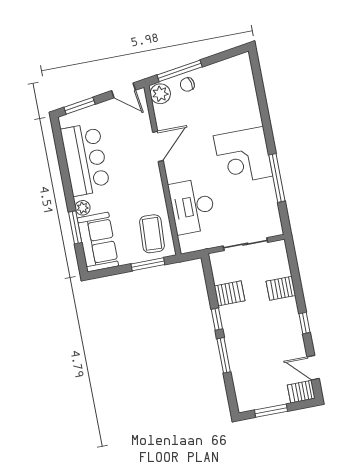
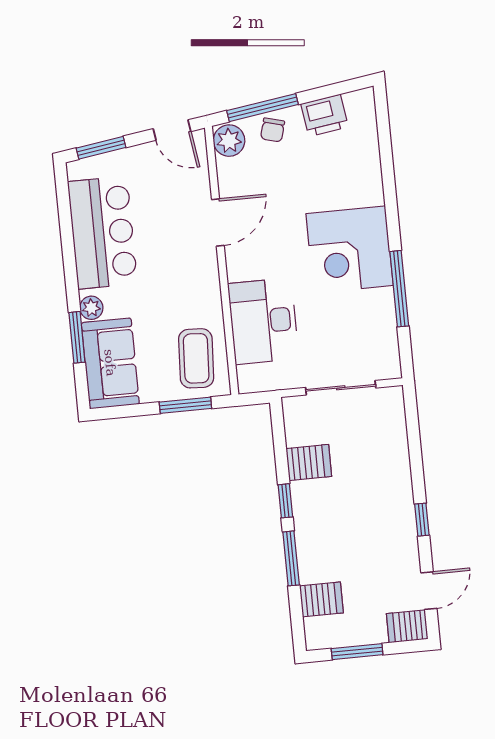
printer: (219, 72) -> (325, 115), added
chair: (187, 84) -> (273, 130), turned -62
server rack: (281, 288) -> (321, 599), moved, turned 180
door: (313, 368) -> (429, 591), swing flipped

